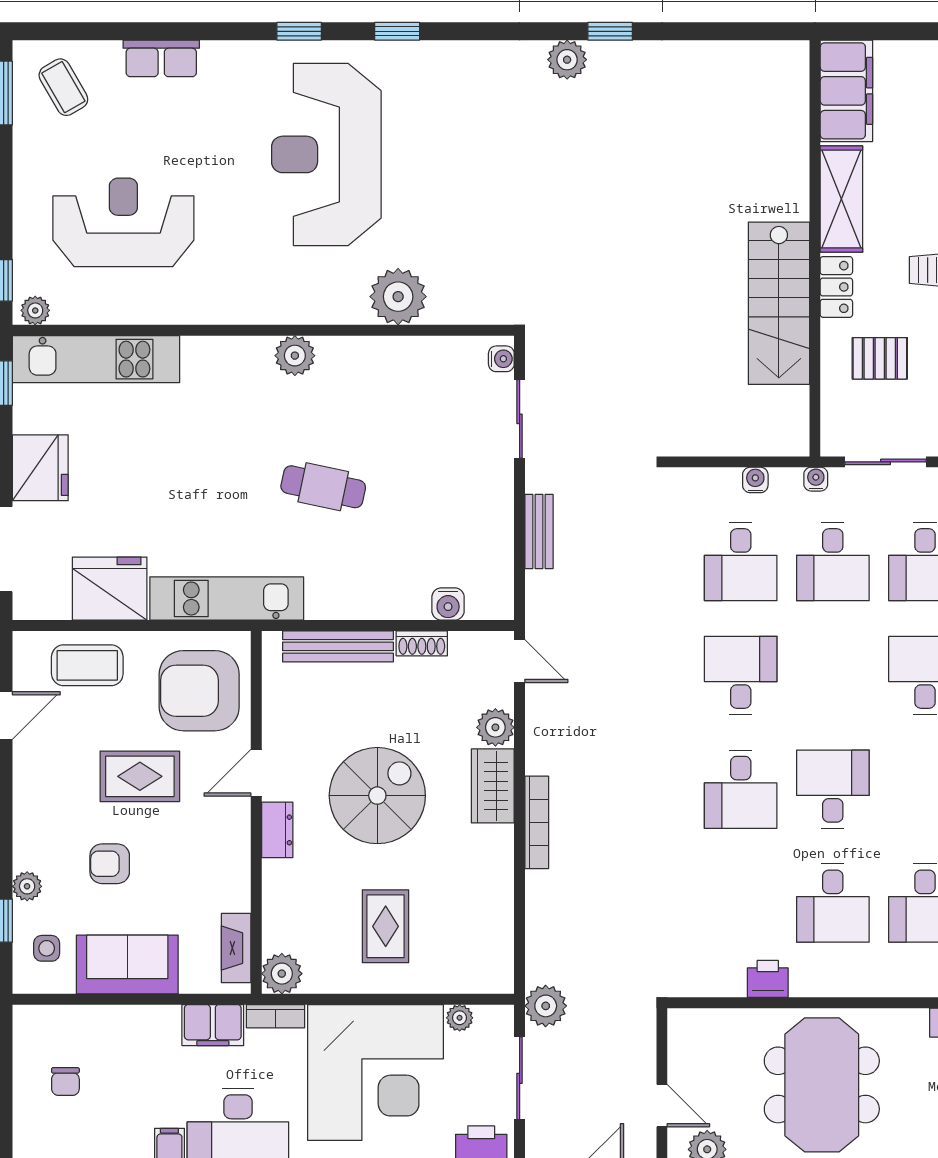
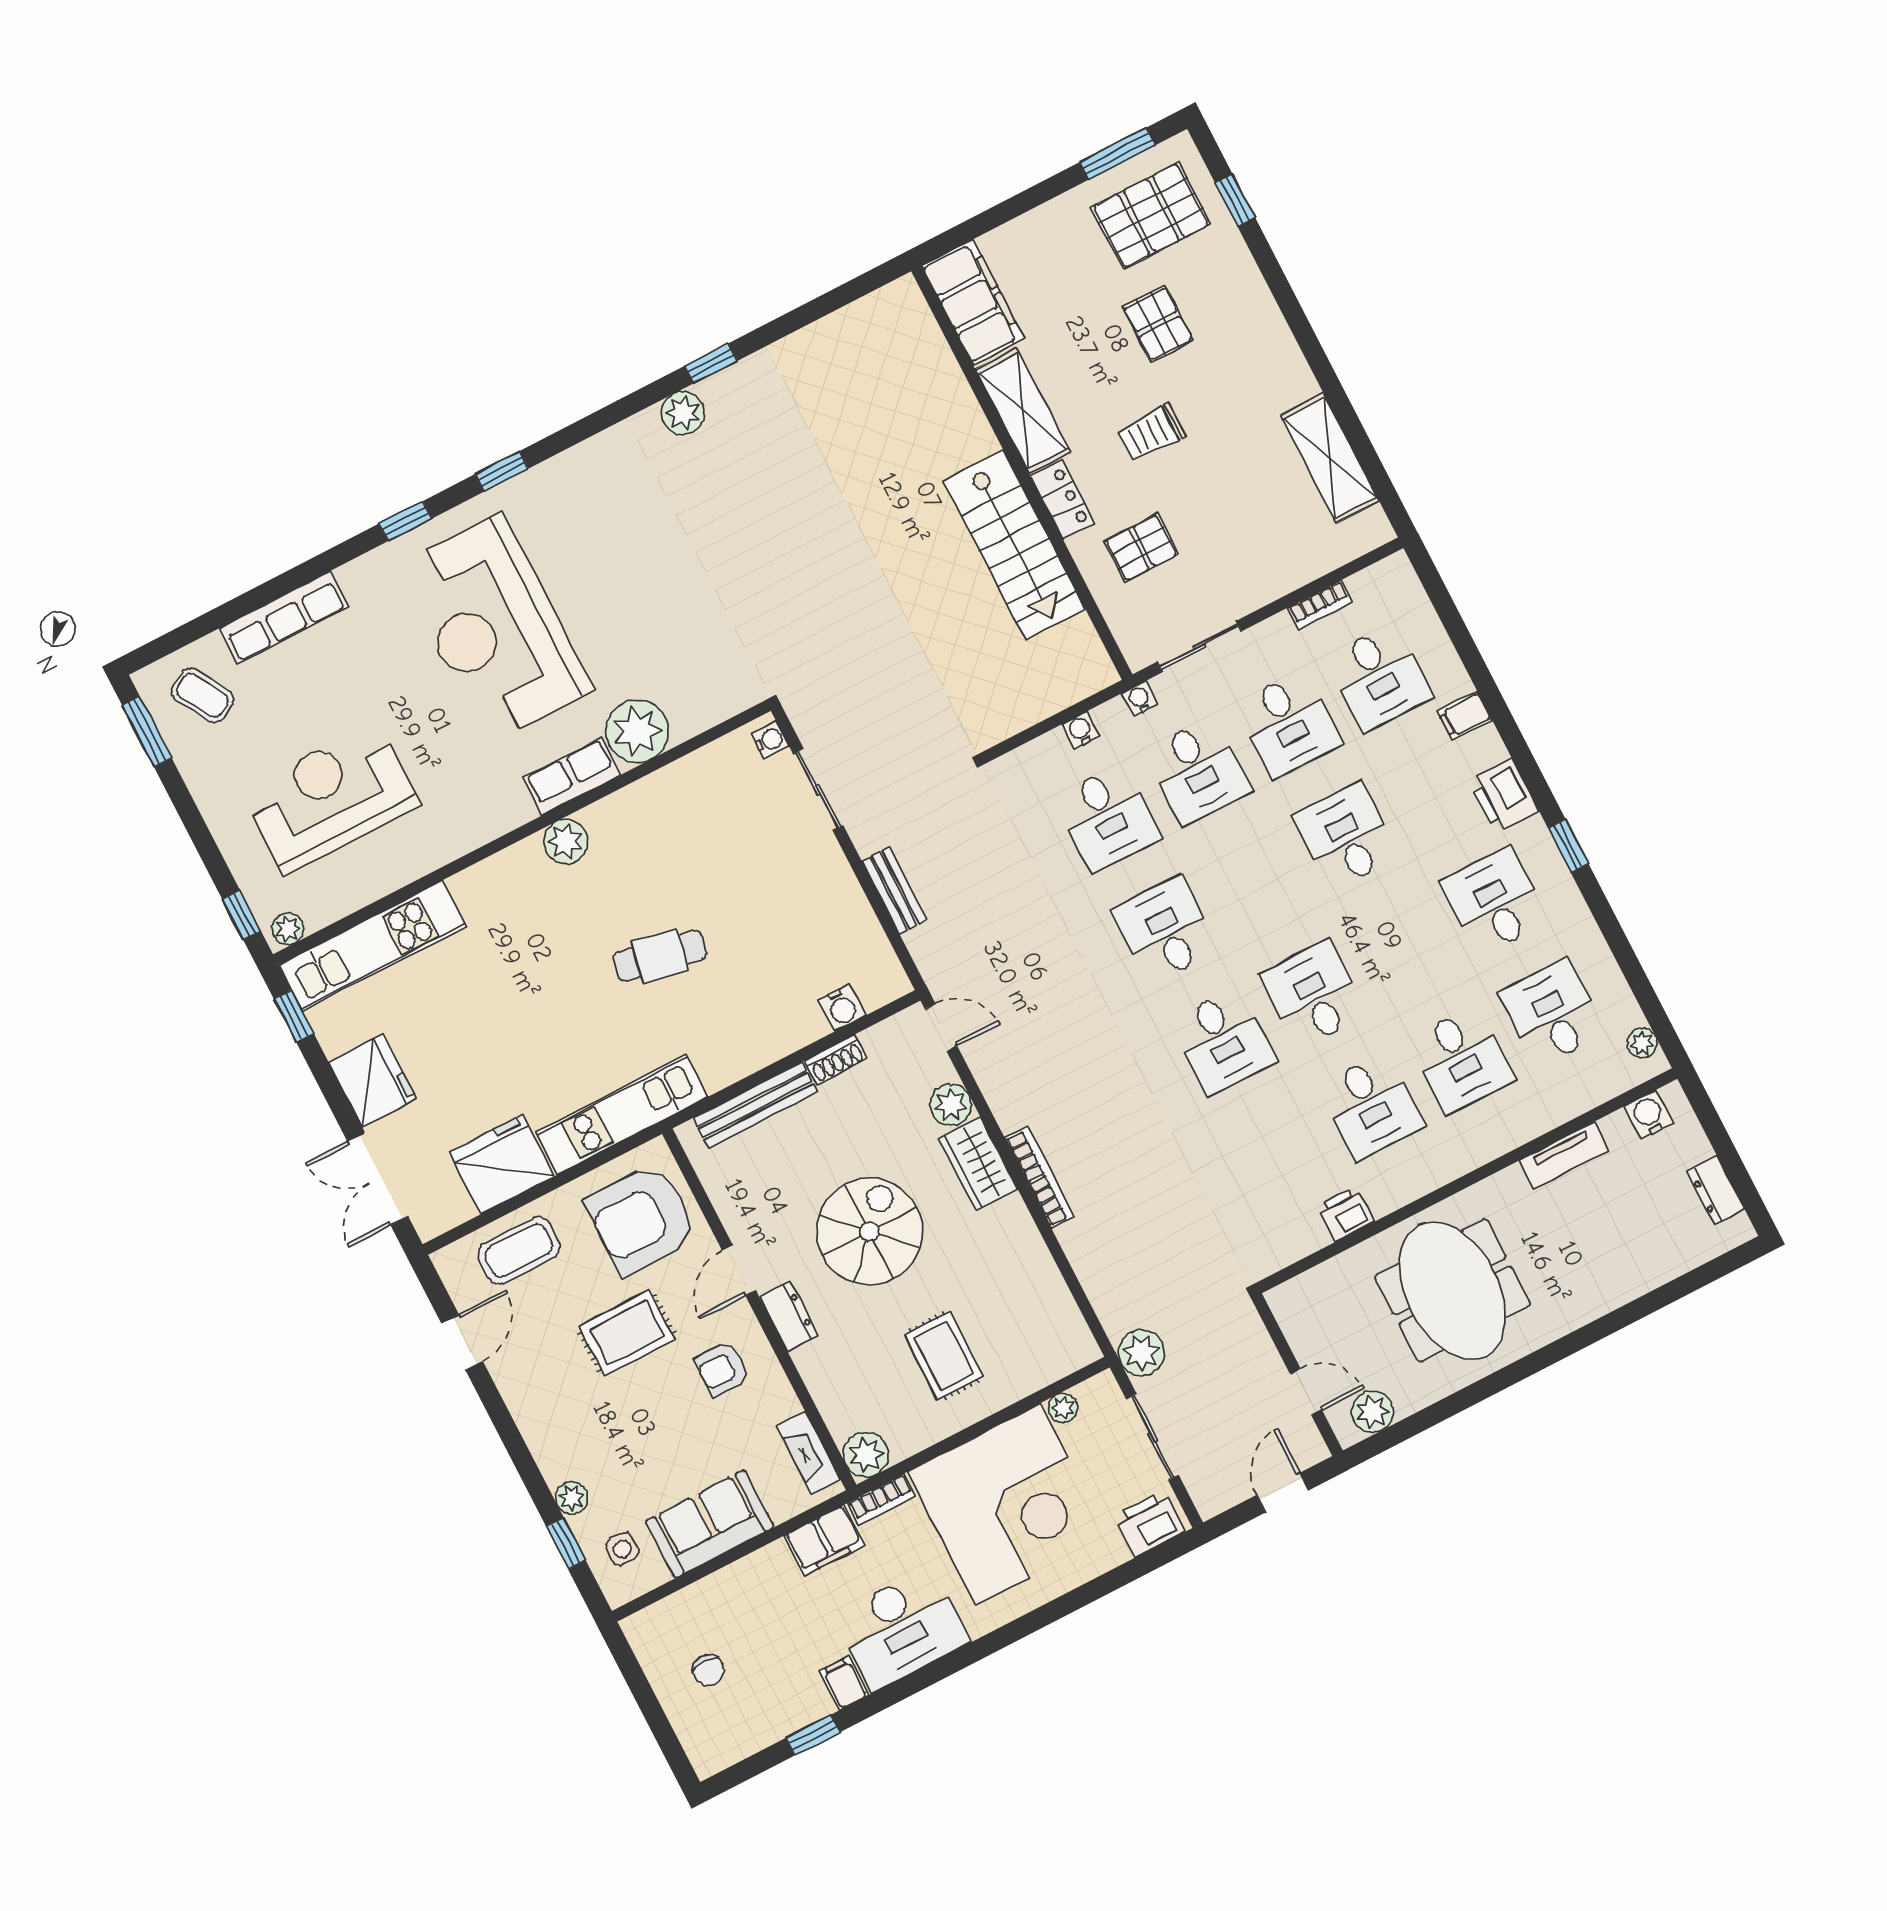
row of seats: (161, 58) -> (284, 618), width x1.48
row of seats: (327, 306) -> (572, 776), added
armchair: (110, 864) -> (722, 1369), moved

